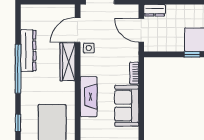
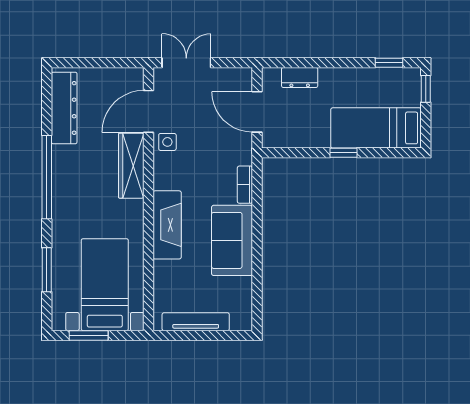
dresser: (155, 10) -> (300, 77), moved
dresser: (28, 51) -> (64, 108), moved
window: (18, 123) -> (47, 270), width x1.50

